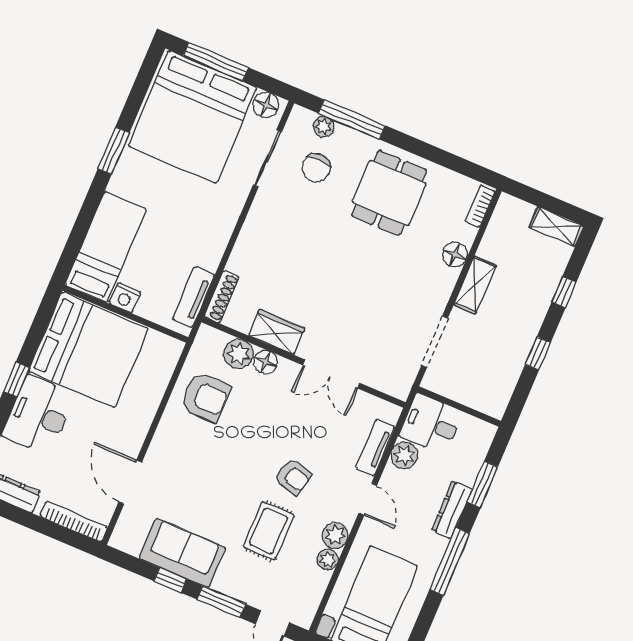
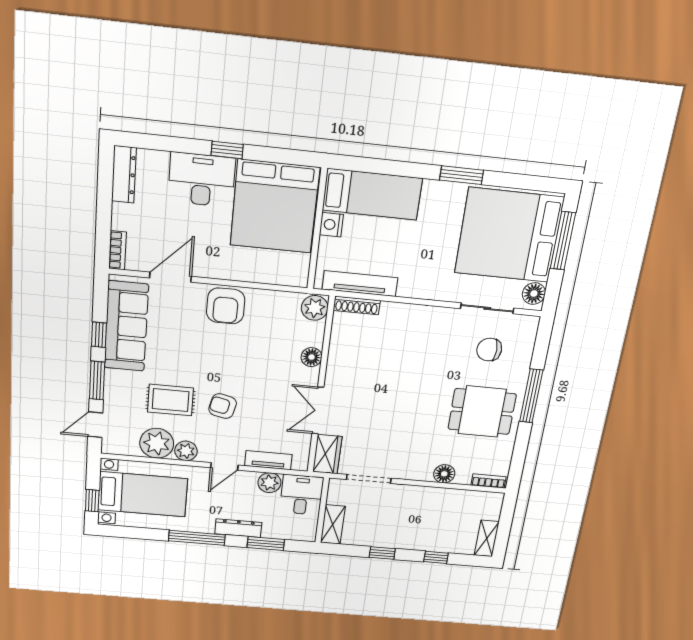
window: (352, 119) -> (531, 396), moved
plant: (324, 127) -> (526, 345), removed
shelving: (475, 285) -> (333, 524), moved, turned 90
tv unit: (193, 297) -> (360, 284), width x1.41
wardrobe: (277, 332) -> (327, 454), moved
plant: (238, 354) -> (315, 308), moved
armchair: (205, 397) -> (226, 306), moved
armchair: (293, 477) -> (223, 406), turned 88
bookcase: (74, 522) -> (117, 250), width x0.64
sofa: (182, 553) -> (126, 326), width x1.36
plant: (328, 560) -> (157, 443), width x1.87, depth x1.87

